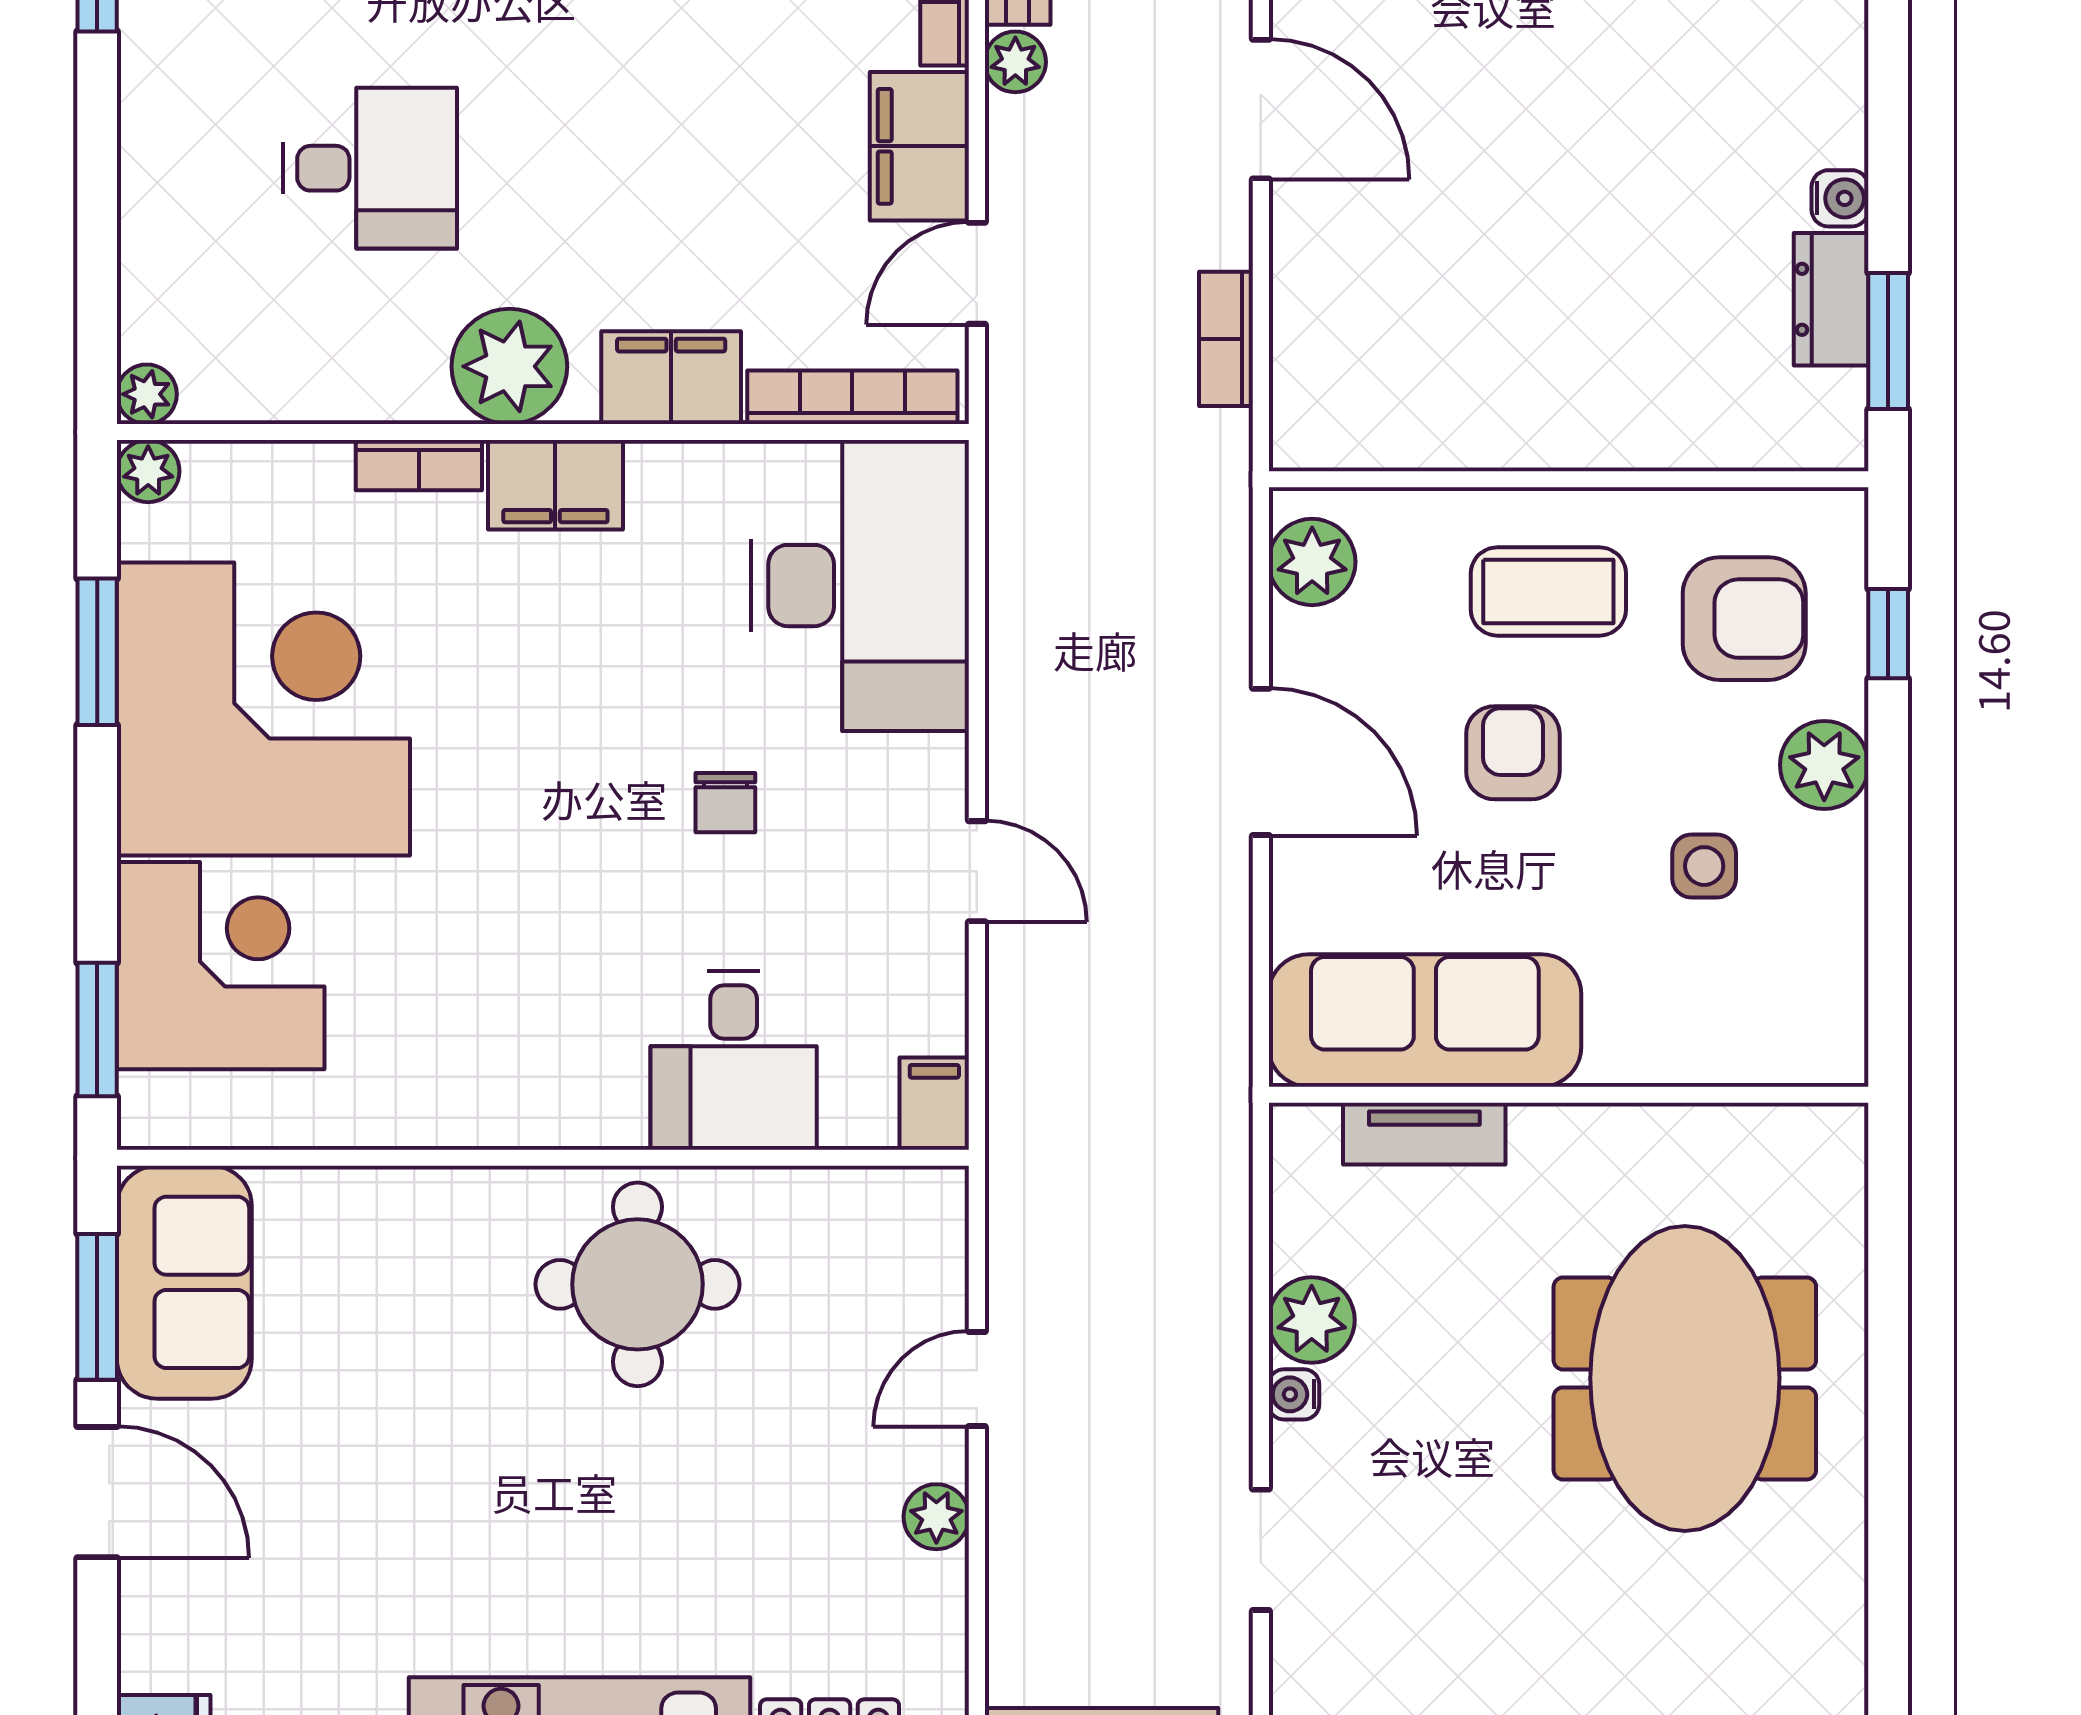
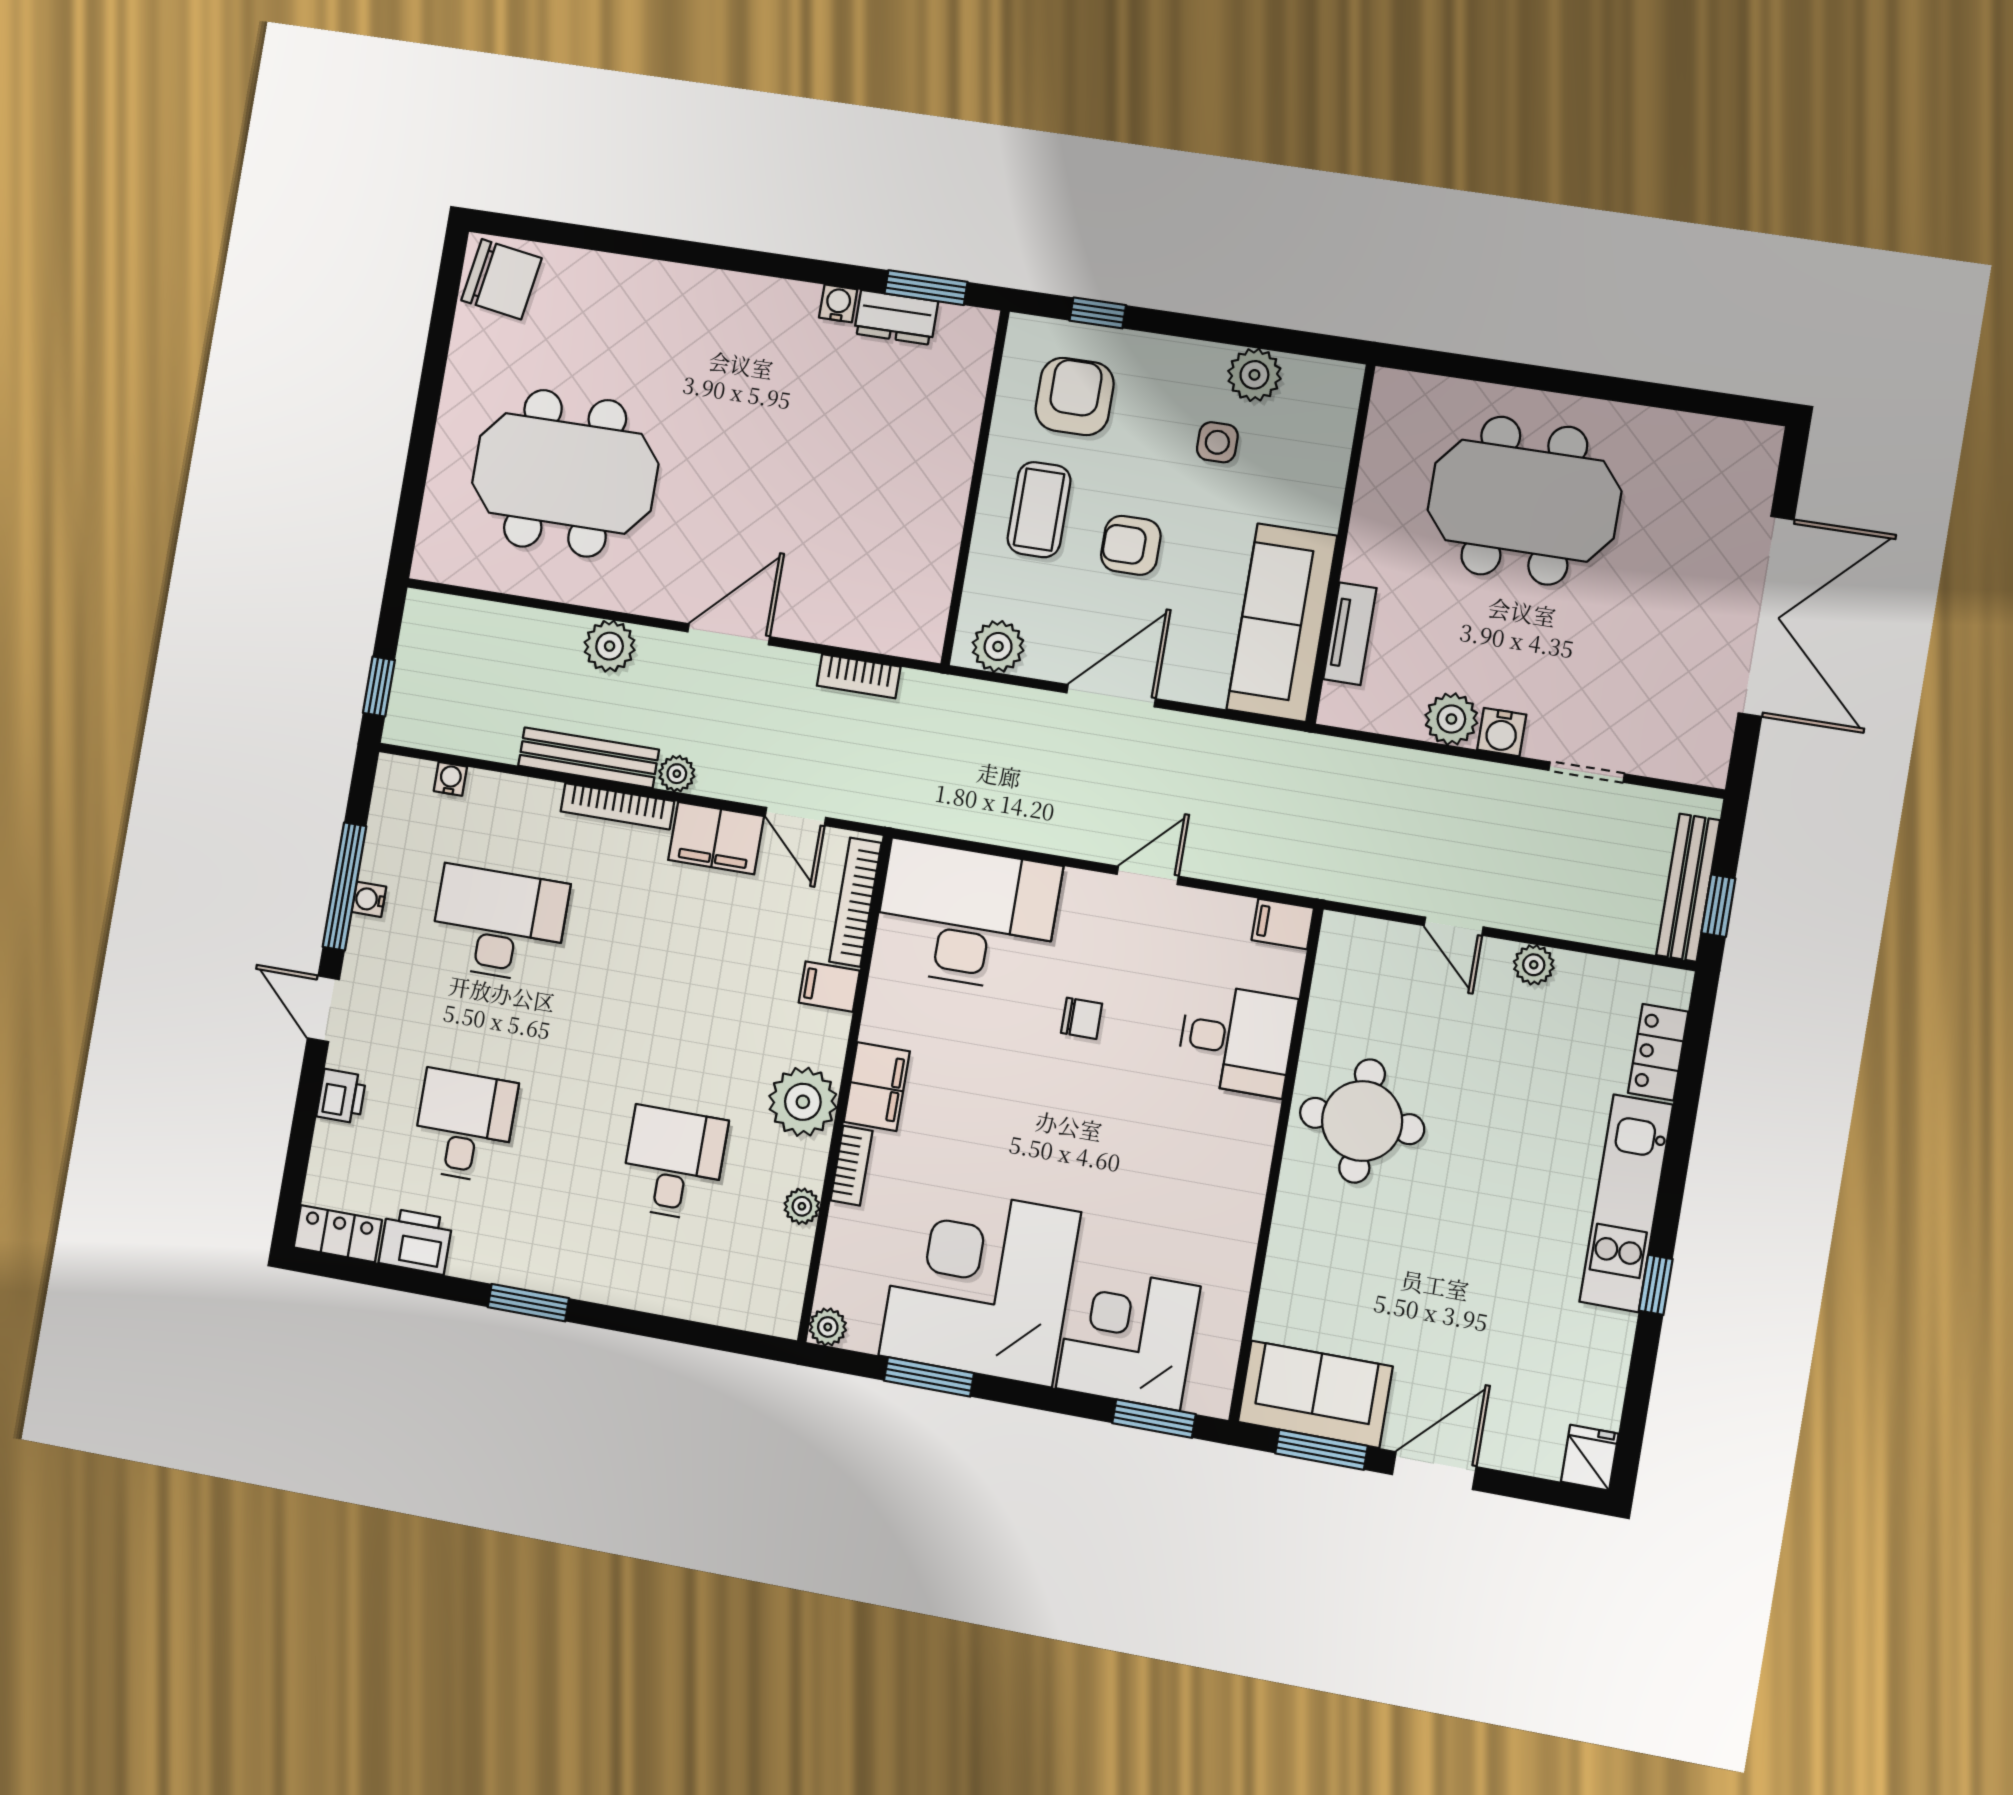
filing cabinet: (671, 378) -> (829, 987), width x0.50
plant: (147, 394) -> (802, 1206), moved
plant: (1824, 765) -> (1254, 375), moved
water cooler: (1294, 1394) -> (1502, 732), width x1.38, depth x1.38

